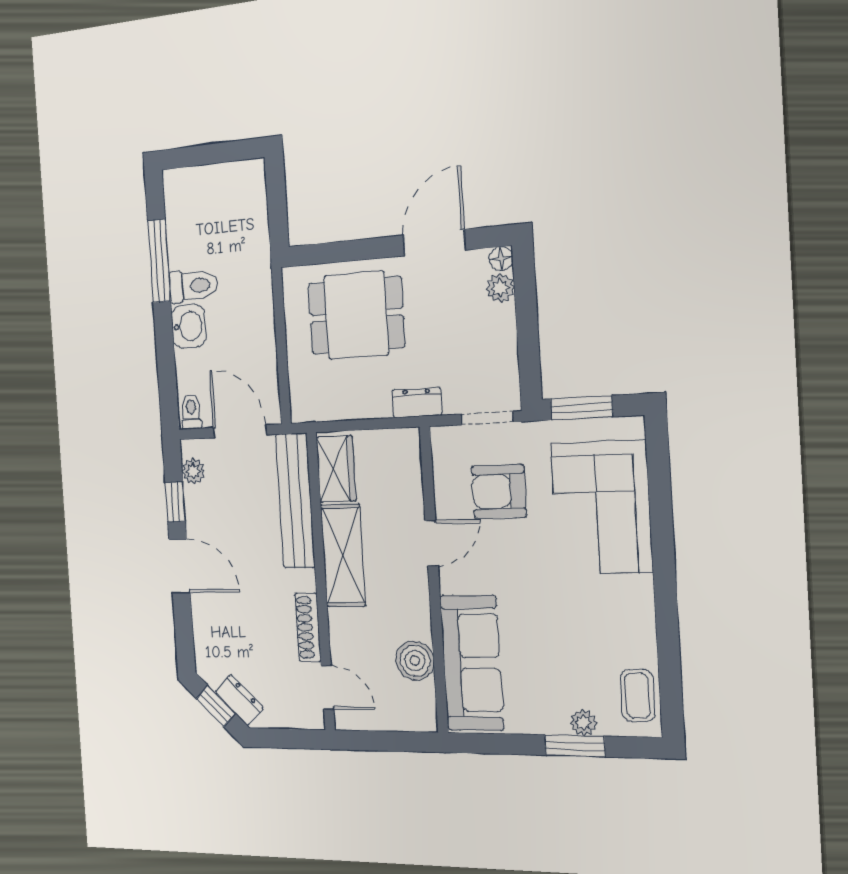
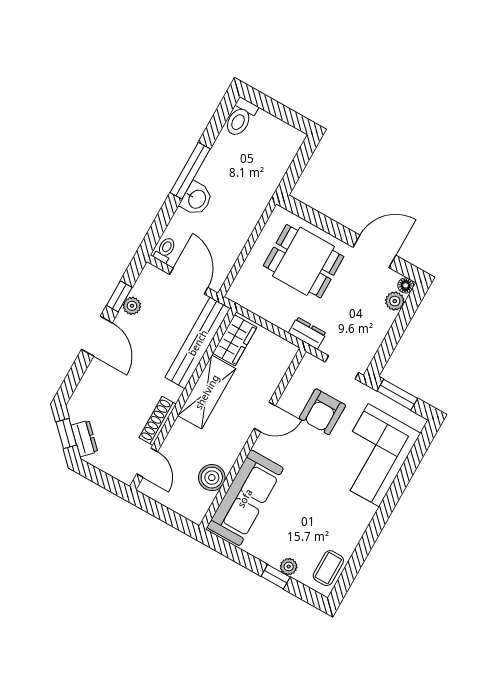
window: (159, 261) -> (190, 171), moved
toilet: (193, 286) -> (240, 118), moved, turned 90
plant: (193, 471) -> (132, 306), moved
armchair: (499, 491) -> (322, 412), turned -90
window: (575, 746) -> (276, 577), width x0.67

